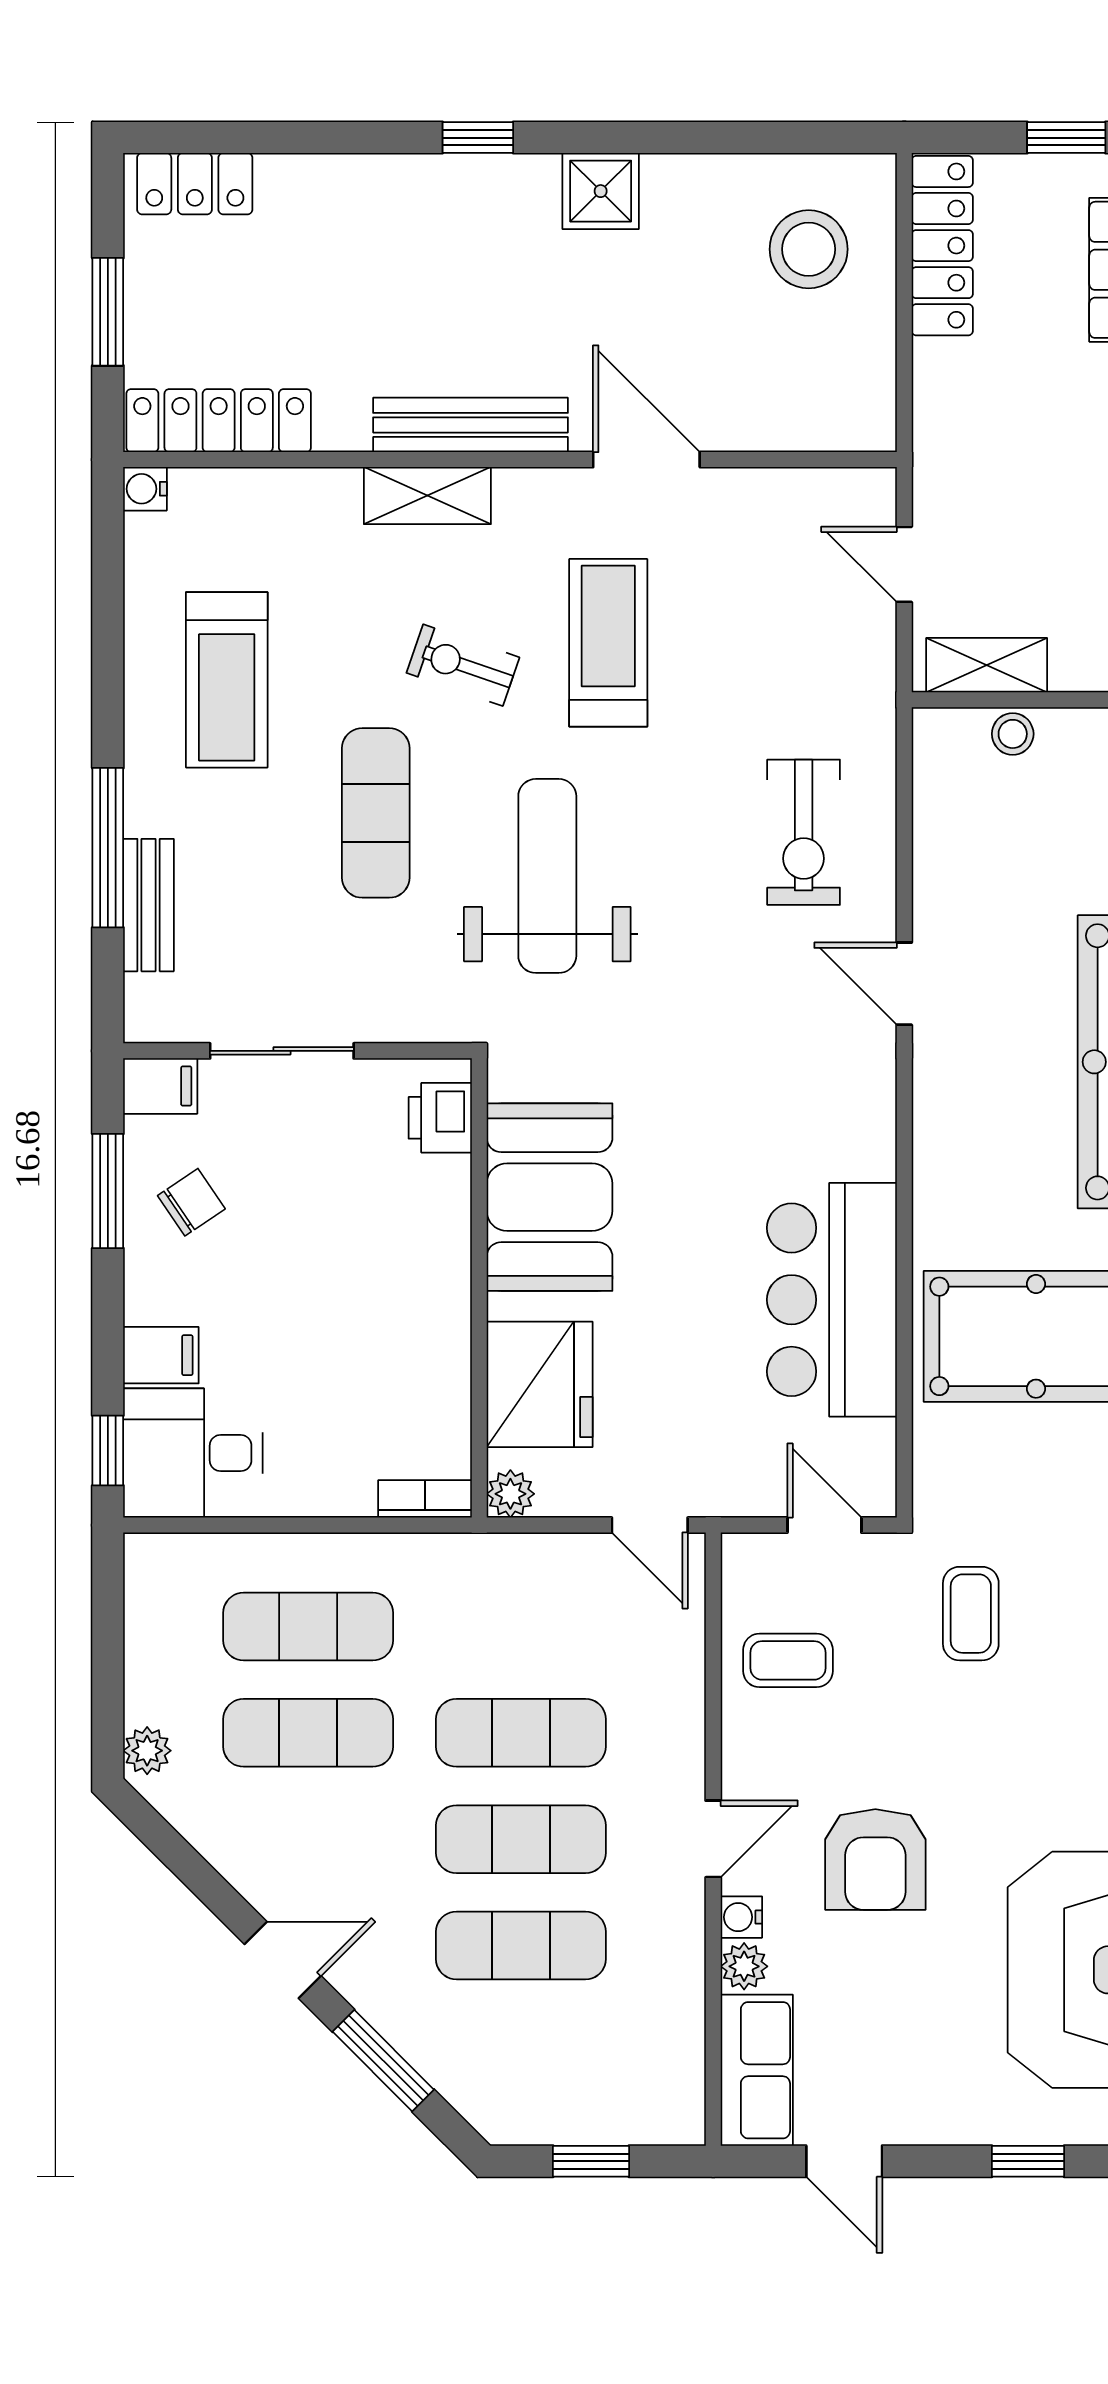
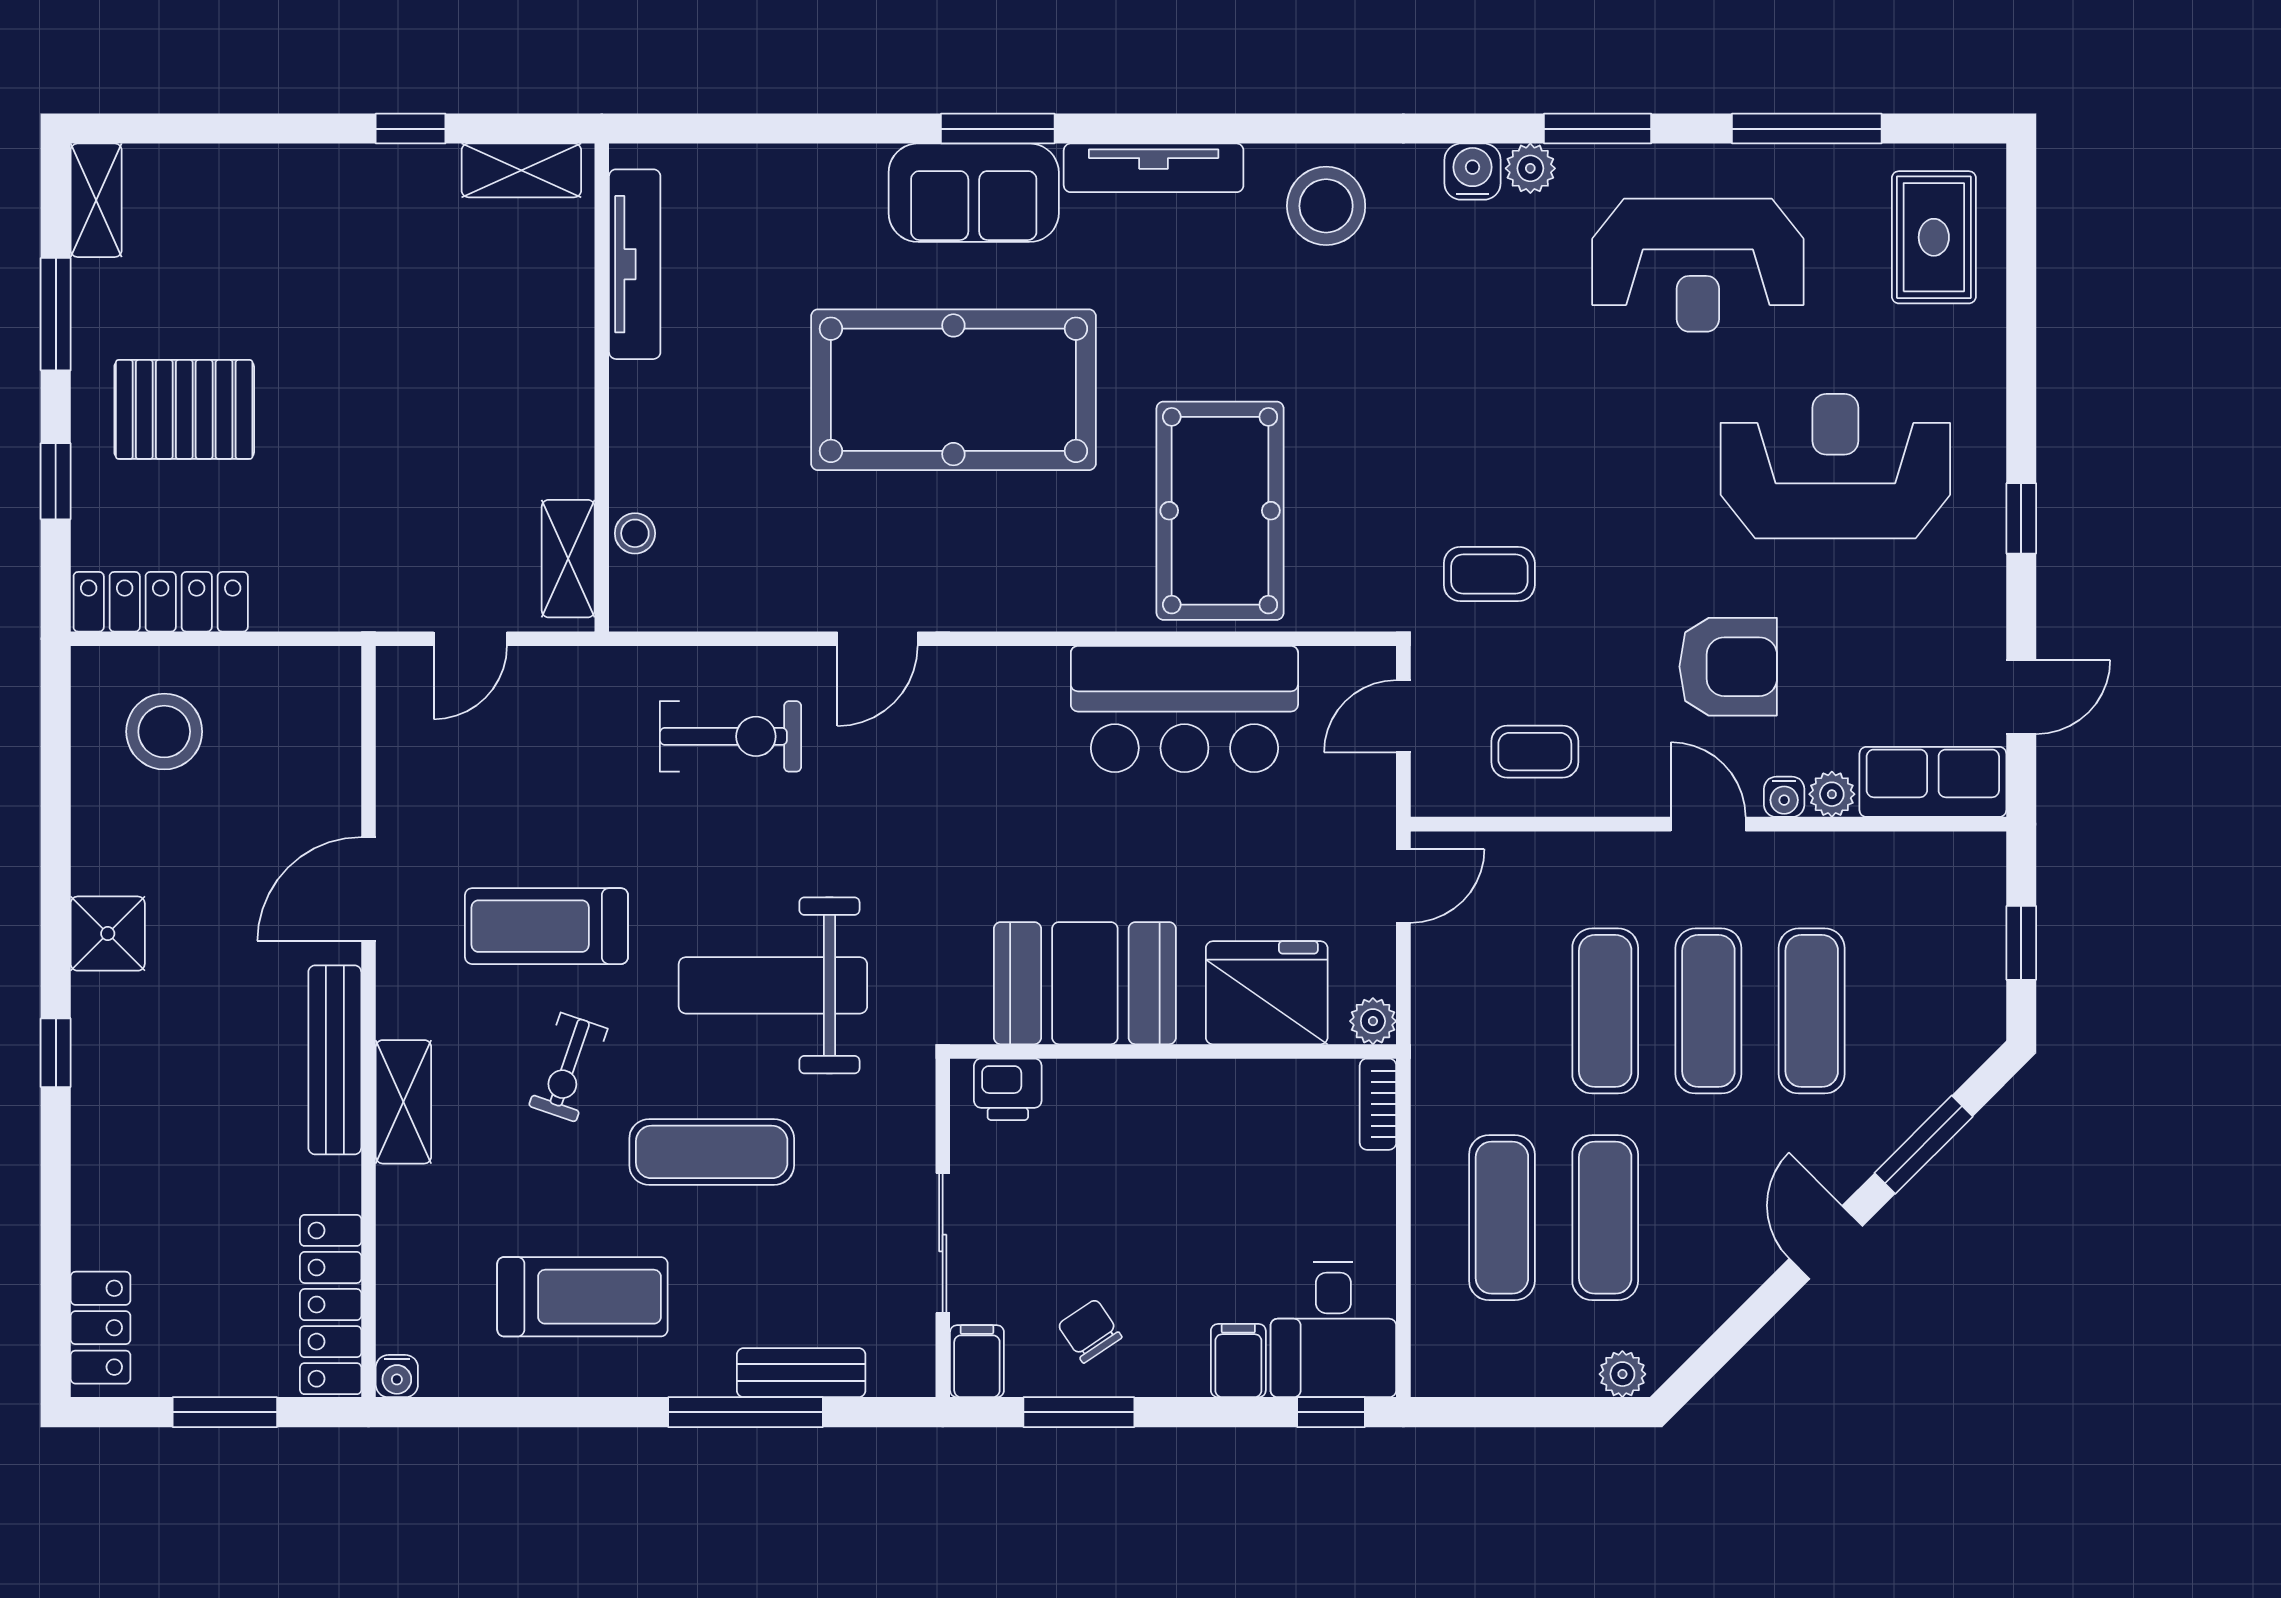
coffee table: (788, 1660) -> (1535, 752), turned 90

